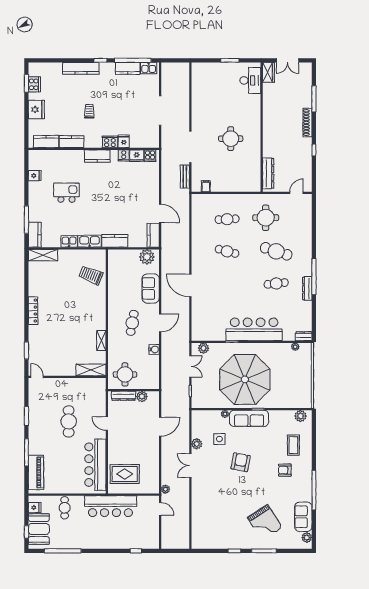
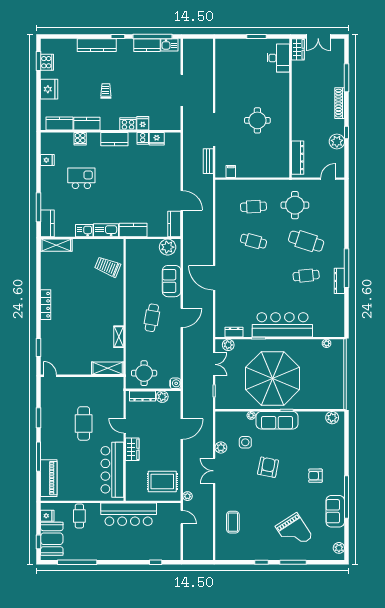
cooker: (150, 156) -> (80, 139), moved
plant: (305, 158) -> (337, 142), added
dresser: (304, 336) -> (234, 332), moved
water cooler: (154, 349) -> (175, 383), moved
coffee table: (293, 445) -> (233, 522), moved
wardrobe: (114, 446) -> (132, 449), added
rug: (125, 474) -> (162, 482), moved
sofa: (303, 517) -> (335, 511), moved

